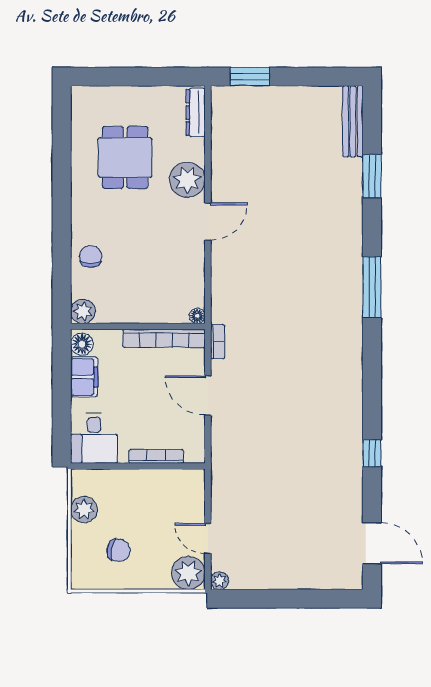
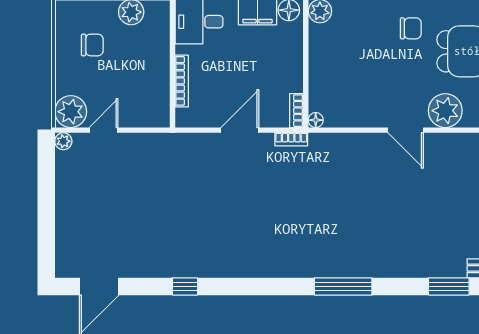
chair: (91, 256) -> (411, 28), moved
bookcase: (164, 338) -> (296, 111), width x0.43, depth x0.76
chair: (118, 550) -> (92, 45), turned -101

